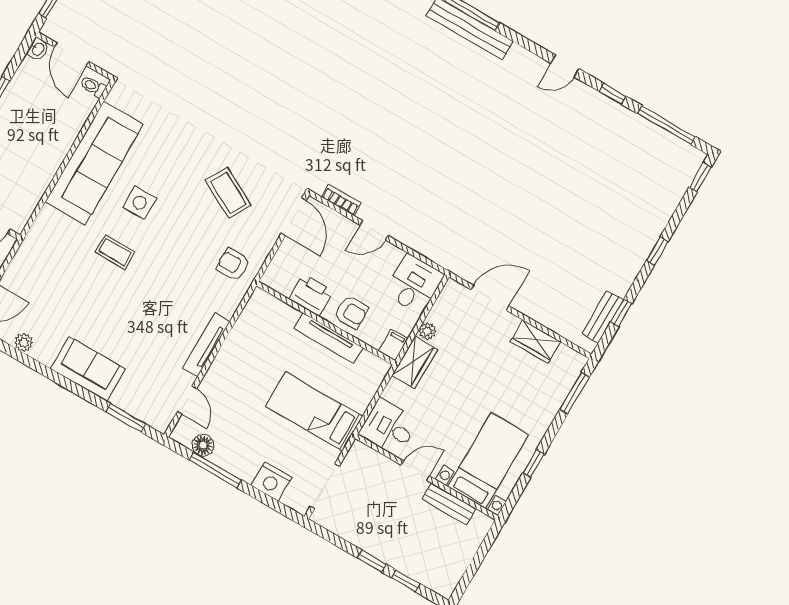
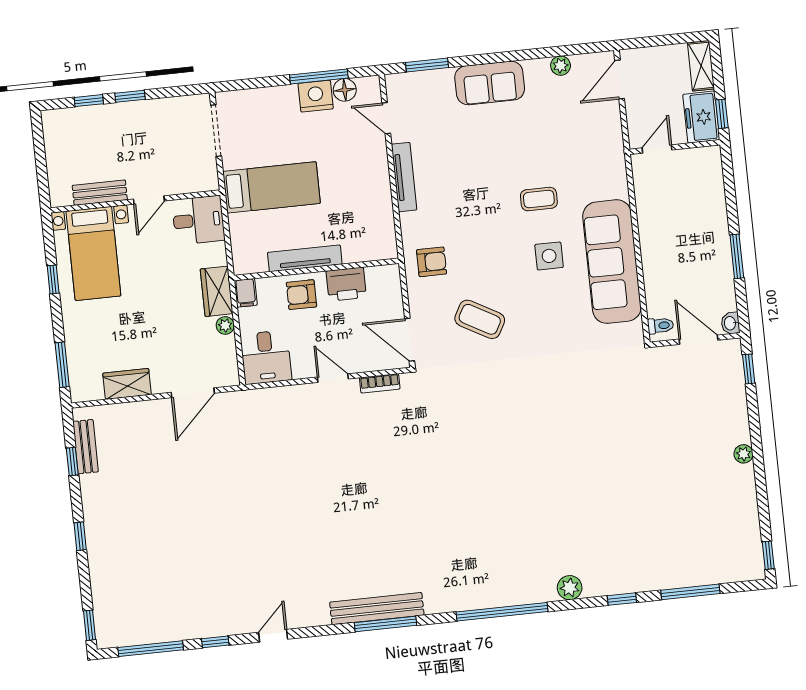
door: (374, 230) -> (333, 378), hinge flipped
nightstand: (271, 482) -> (316, 96), moved

